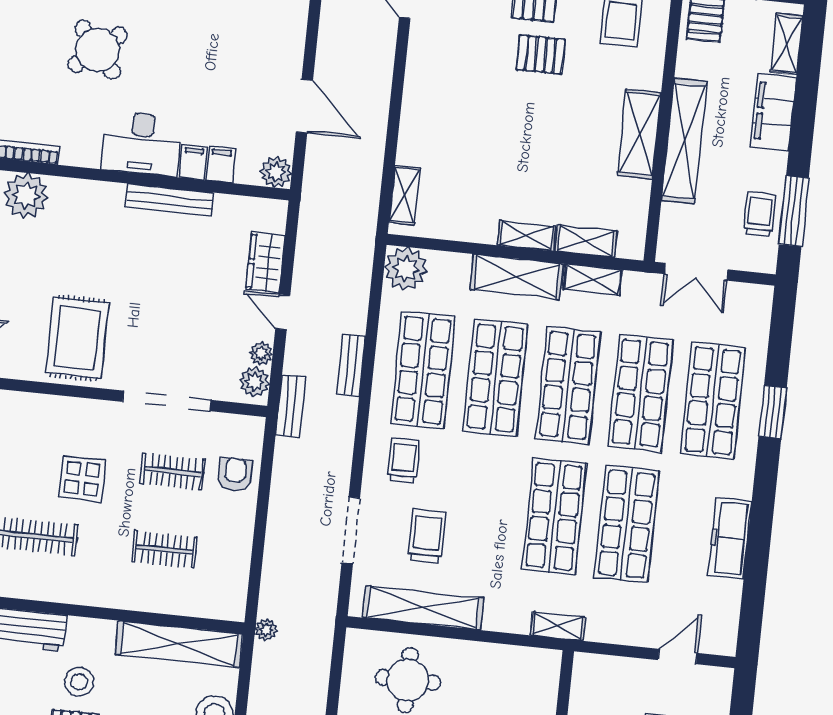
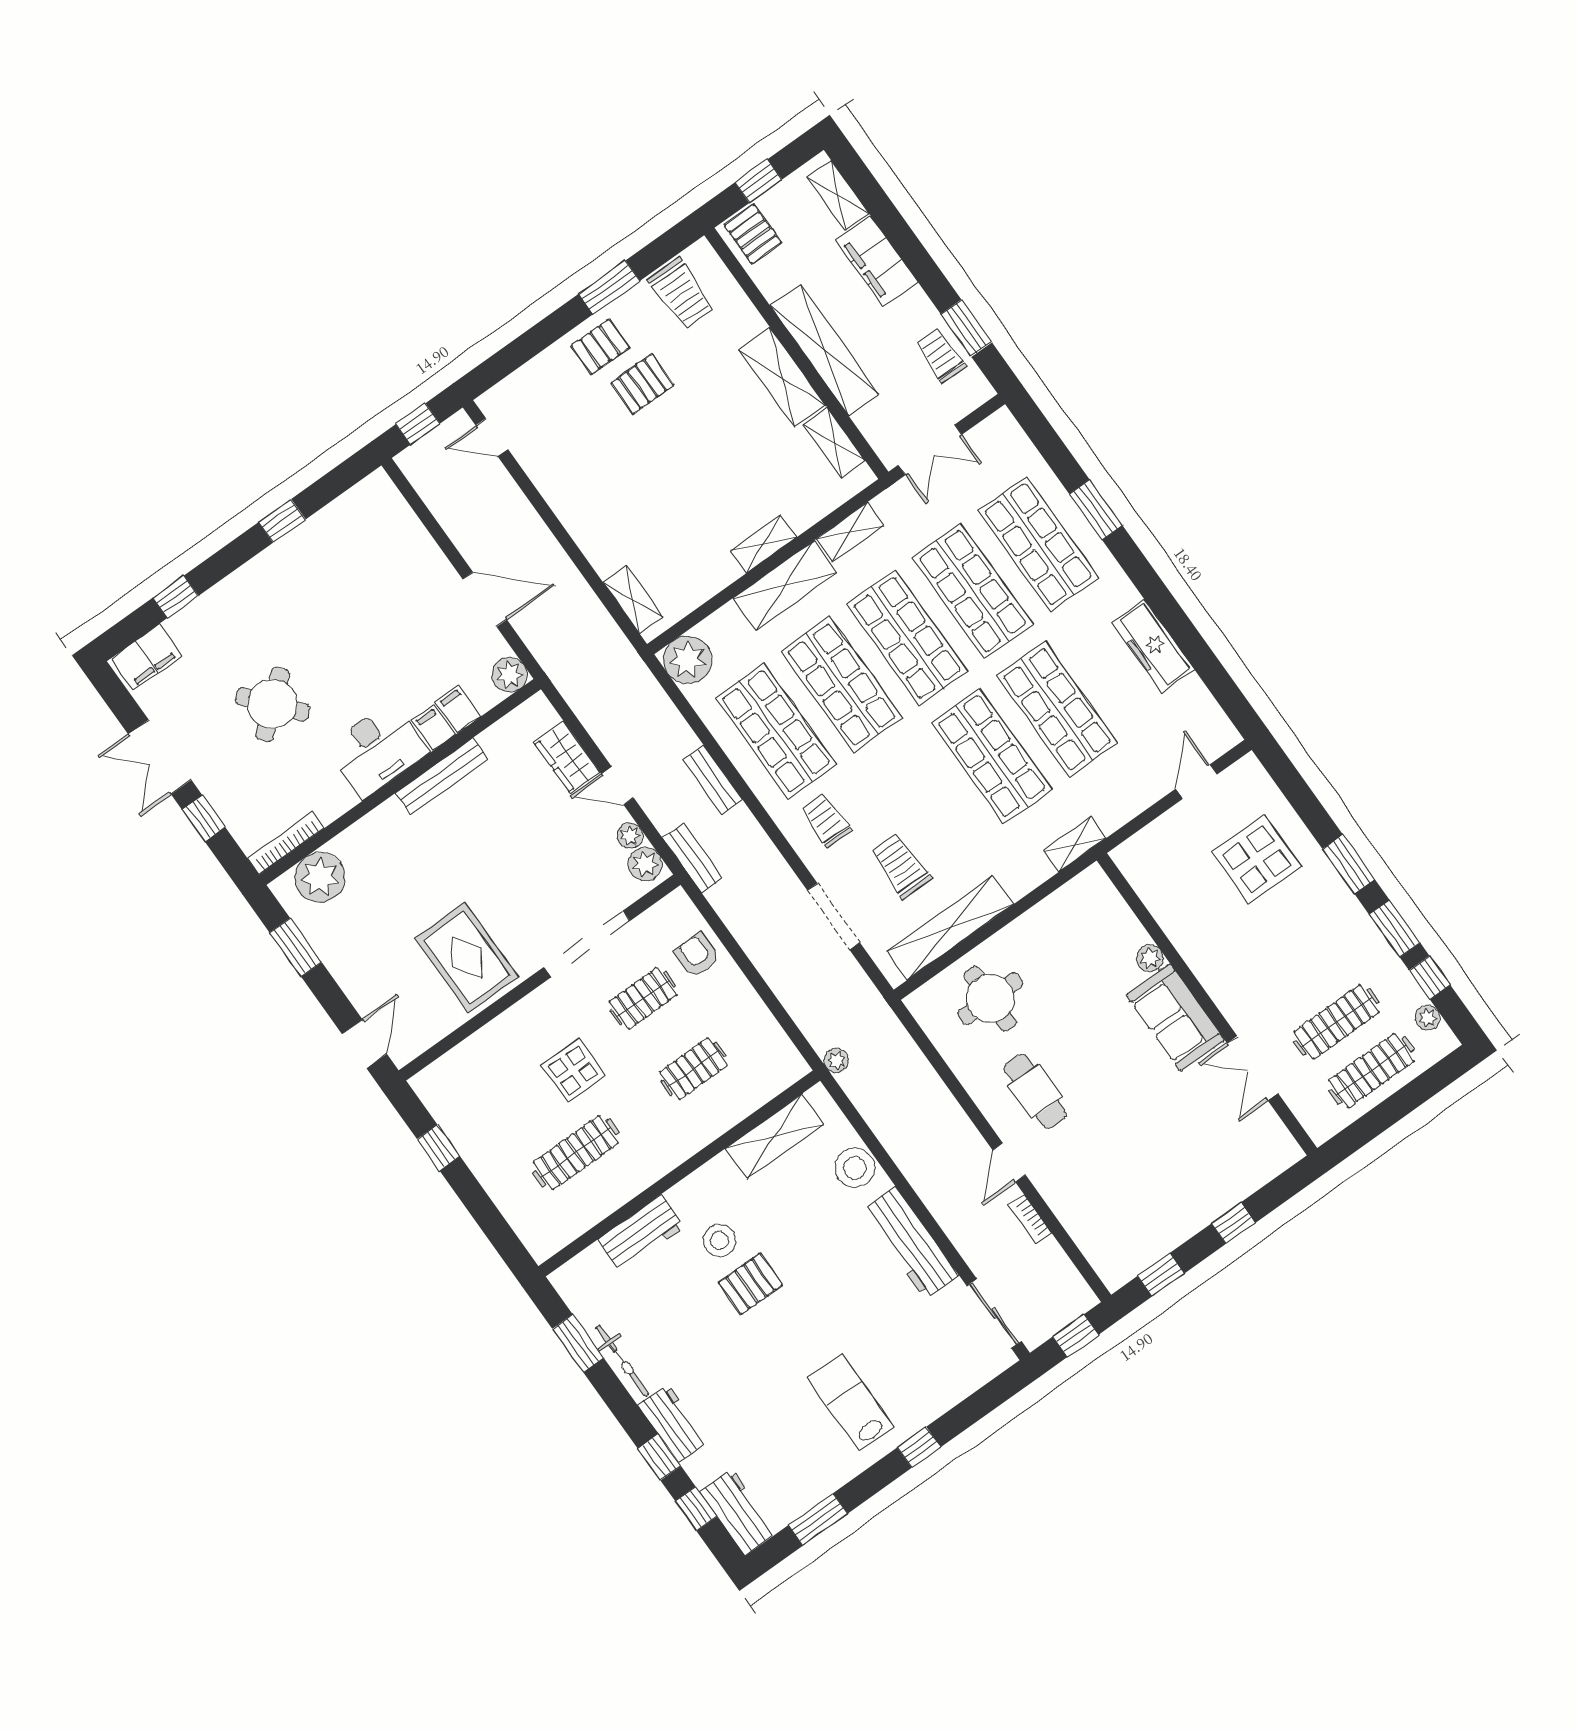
window: (794, 211) -> (966, 328), width x0.69
shelving: (586, 241) -> (834, 443), moved, turned 90
shelving: (179, 644) -> (774, 1136), width x0.68

